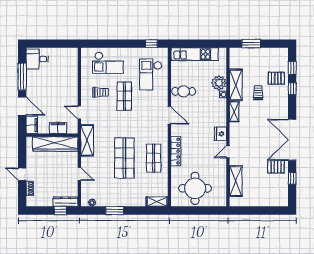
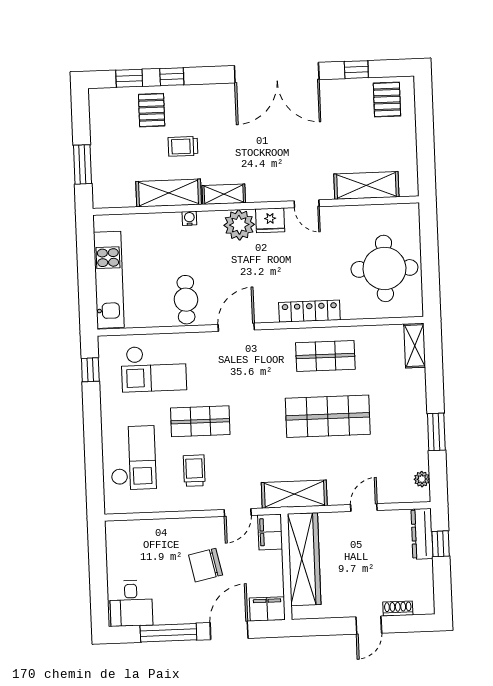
plant: (219, 83) -> (239, 225), moved
chair: (54, 96) -> (206, 565), added
filing cabinet: (58, 128) -> (270, 532), moved
pallet: (276, 167) -> (387, 99), moved

